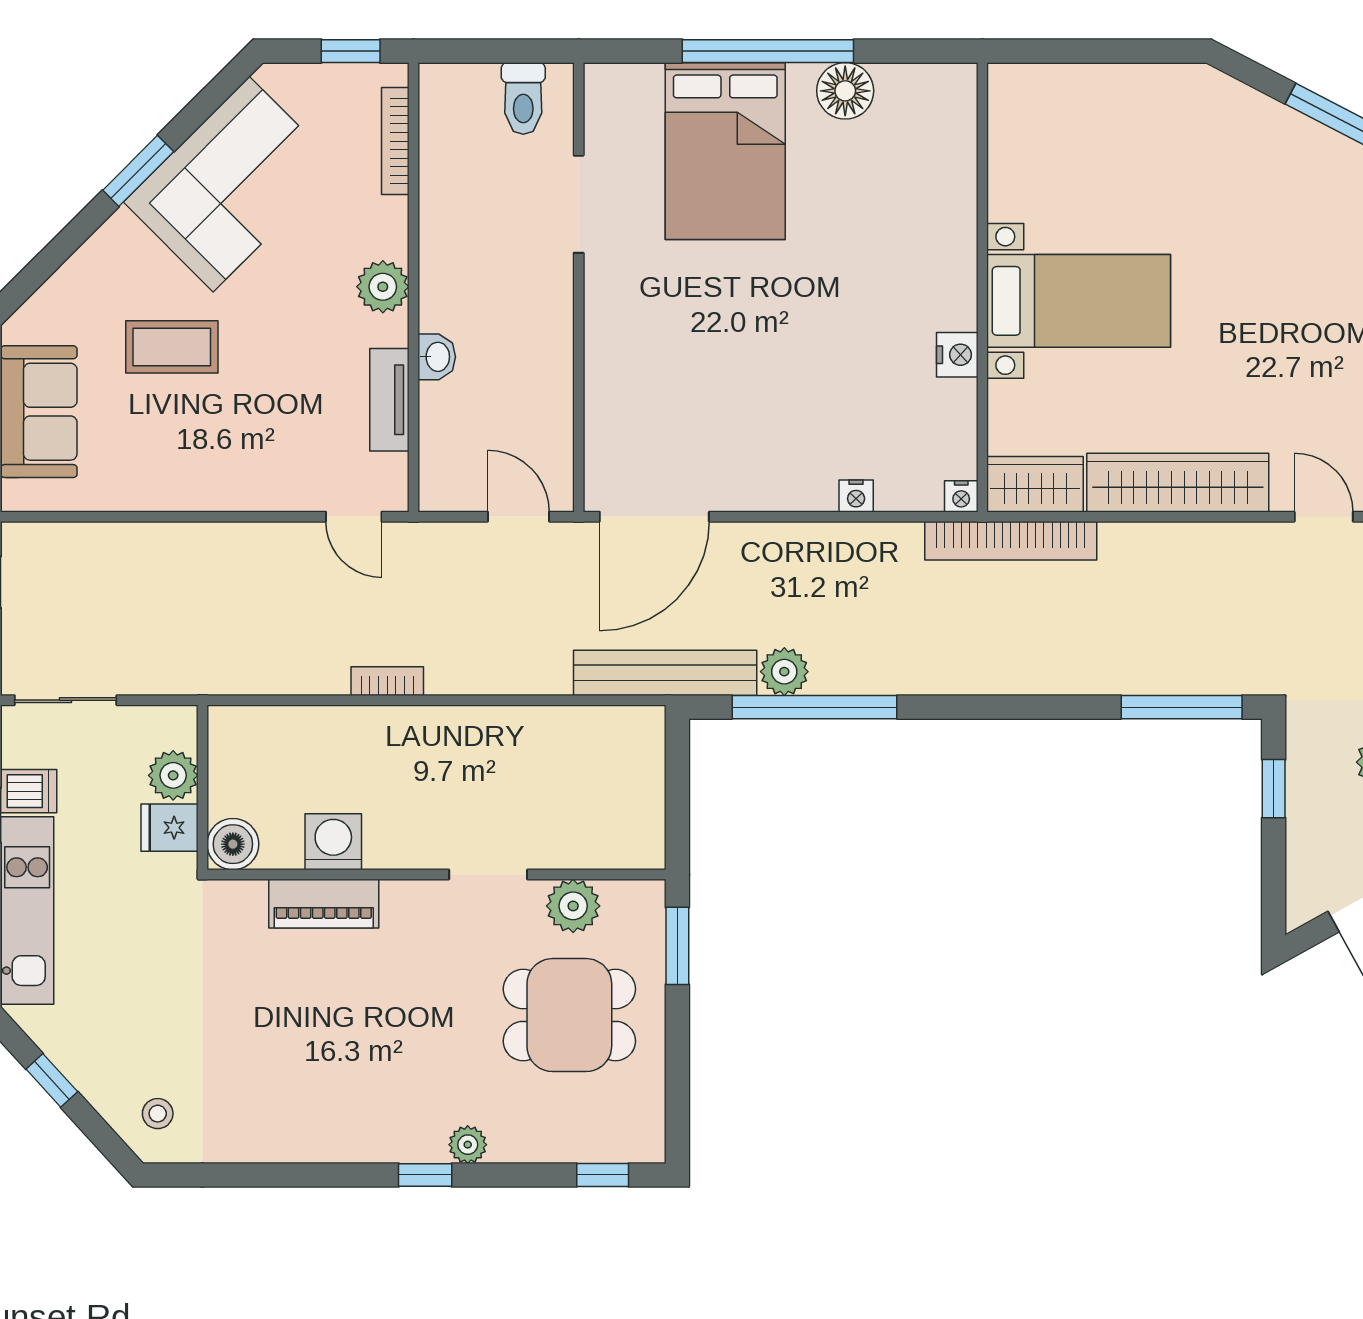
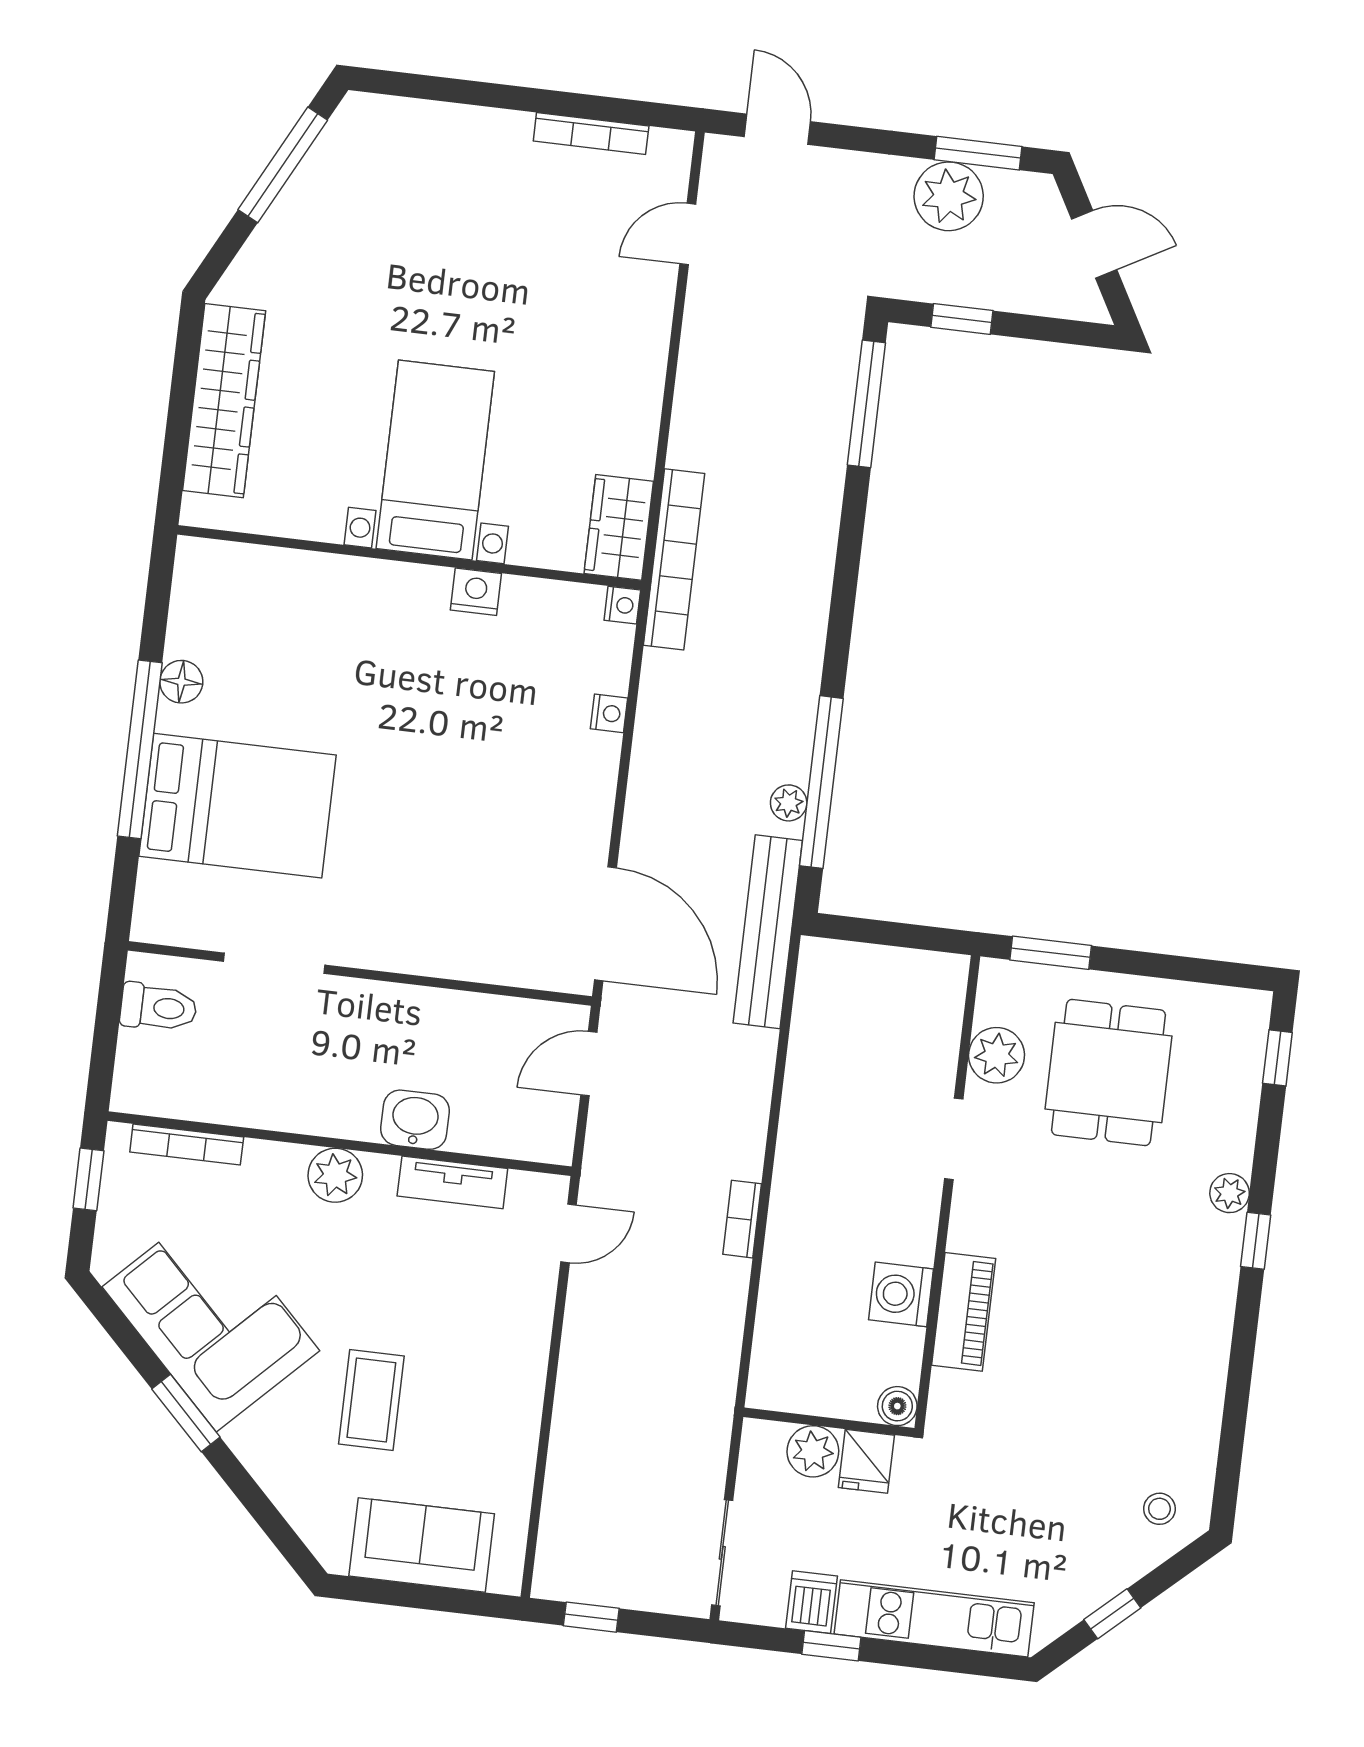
floor lamp: (845, 91) -> (181, 682), width x0.73, depth x0.73
washbasin: (437, 357) -> (415, 1120), width x1.38, depth x1.45
wardrobe: (1178, 483) -> (224, 401), moved, turned 180
plant: (784, 672) -> (789, 803), width x0.73, depth x0.73
boiler: (233, 844) -> (897, 1406), width x0.73, depth x0.73

